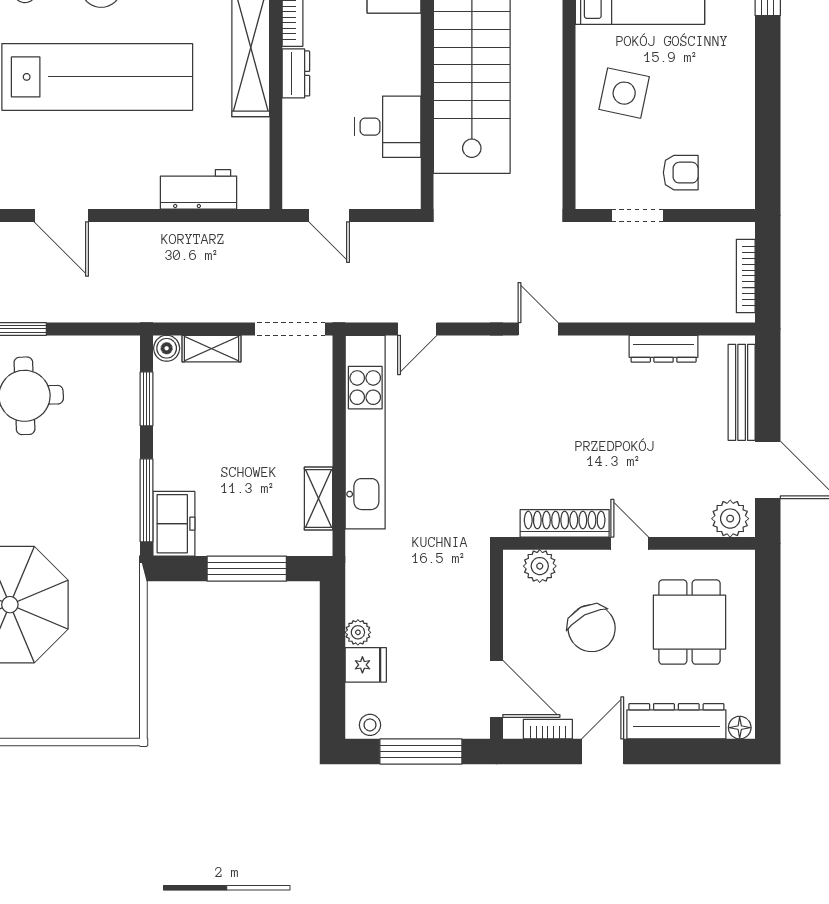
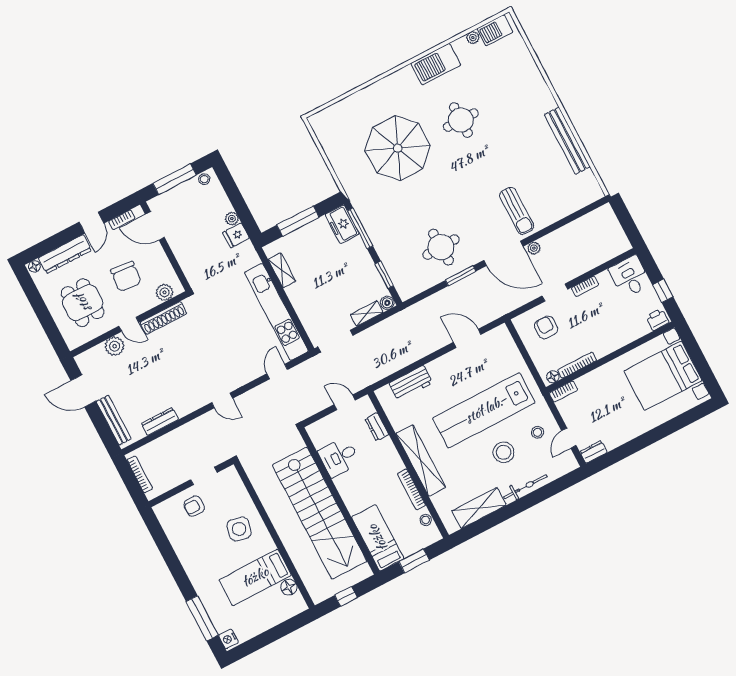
dresser: (296, 73) -> (377, 427), moved
plant: (730, 519) -> (115, 346), moved
chair: (592, 628) -> (126, 276), turned -147
fridge: (366, 665) -> (236, 235), moved

